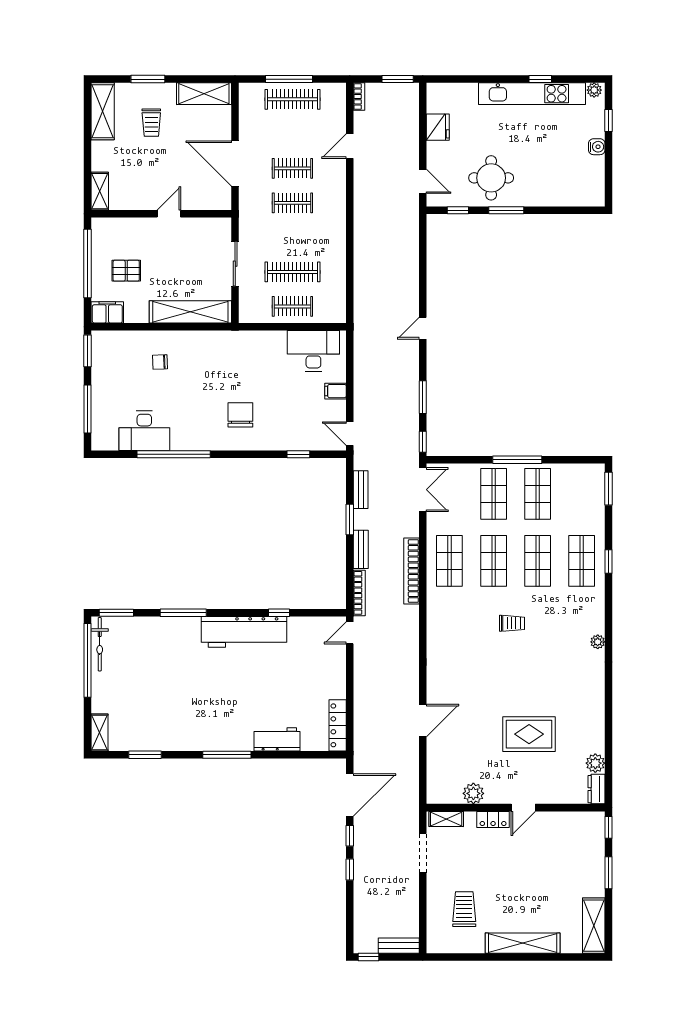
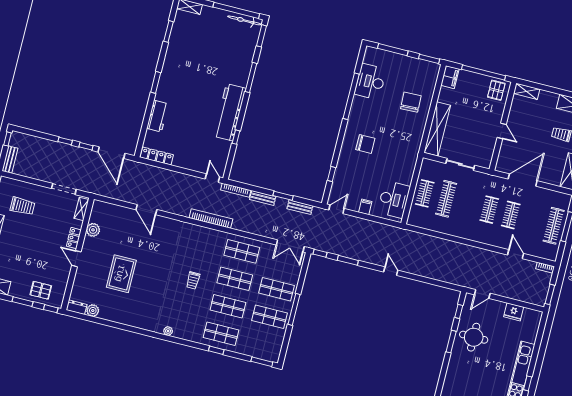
pallet: (126, 271) -> (496, 90), moved
chair: (160, 362) -> (411, 102), width x1.87, depth x1.87
bookcase: (412, 571) -> (211, 218), moved
window: (227, 755) -> (156, 82), width x0.69
pallet: (584, 849) -> (41, 290), added

